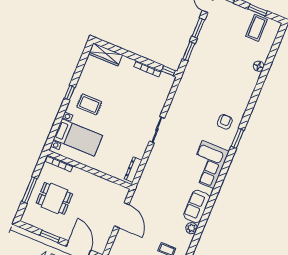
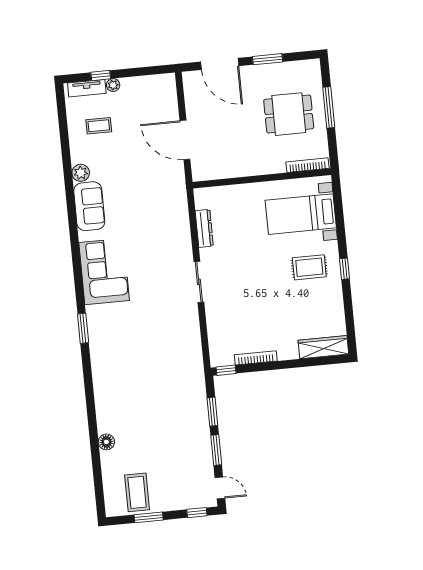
armchair: (225, 122) -> (112, 342), removed
dresser: (133, 170) -> (204, 228), moved

